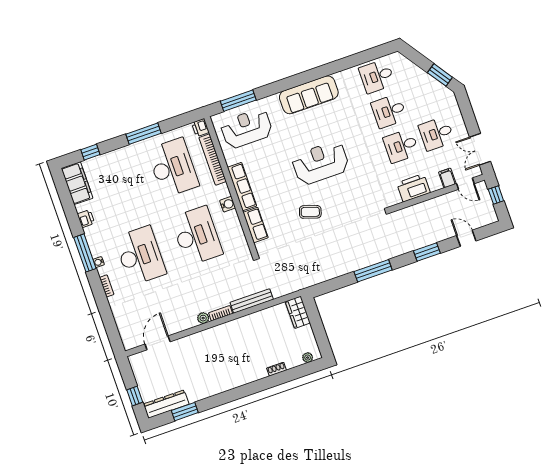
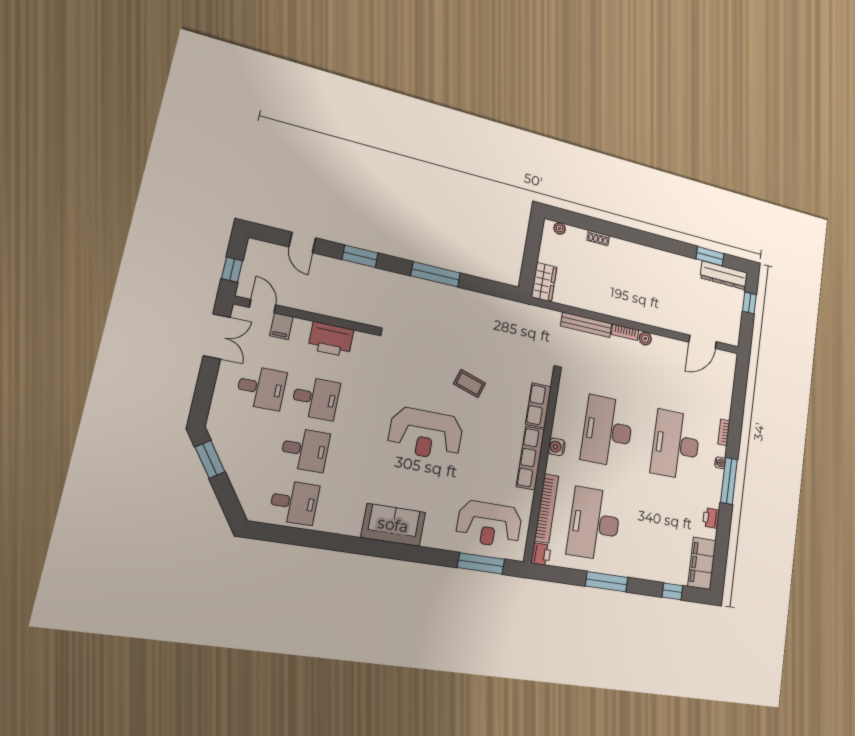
sofa: (309, 95) -> (393, 525), width x0.73

